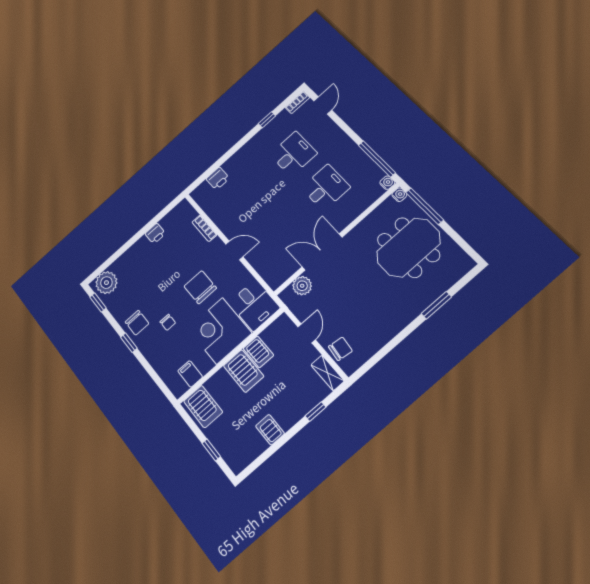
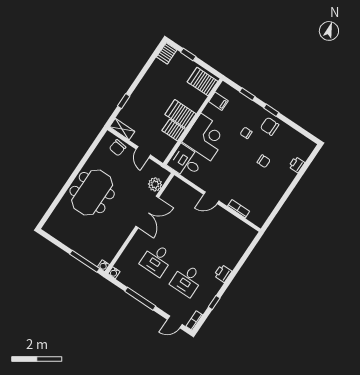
door: (323, 105) -> (175, 322), hinge flipped
window: (377, 159) -> (140, 299), moved
printer: (218, 179) -> (223, 273), moved
printer: (155, 234) -> (297, 165), moved
meeting table: (408, 247) -> (92, 193), moved
plant: (106, 283) -> (303, 149), removed
chair: (200, 287) -> (264, 161), moved, width x0.54, depth x0.54
window: (98, 302) -> (247, 94), moved
window: (436, 305) -> (61, 194), removed
server rack: (270, 430) -> (167, 53), moved, turned 90

